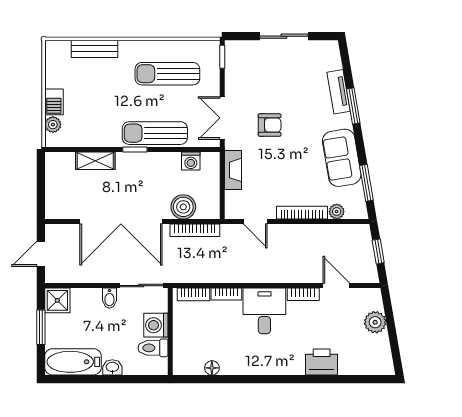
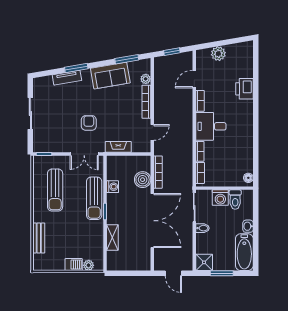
washing machine: (191, 161) -> (112, 187), moved
floor lamp: (212, 368) -> (248, 178), moved

